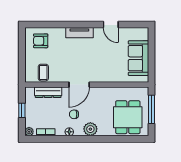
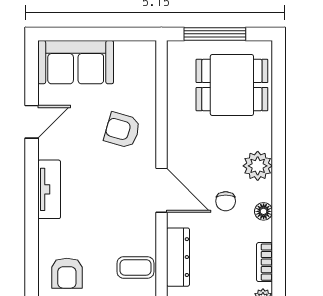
sofa: (138, 58) -> (76, 62), moved
armchair: (107, 66) -> (122, 130), added

